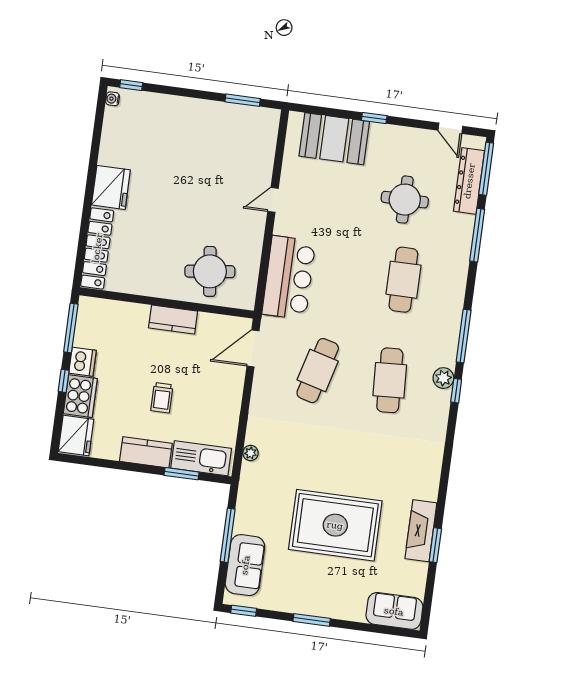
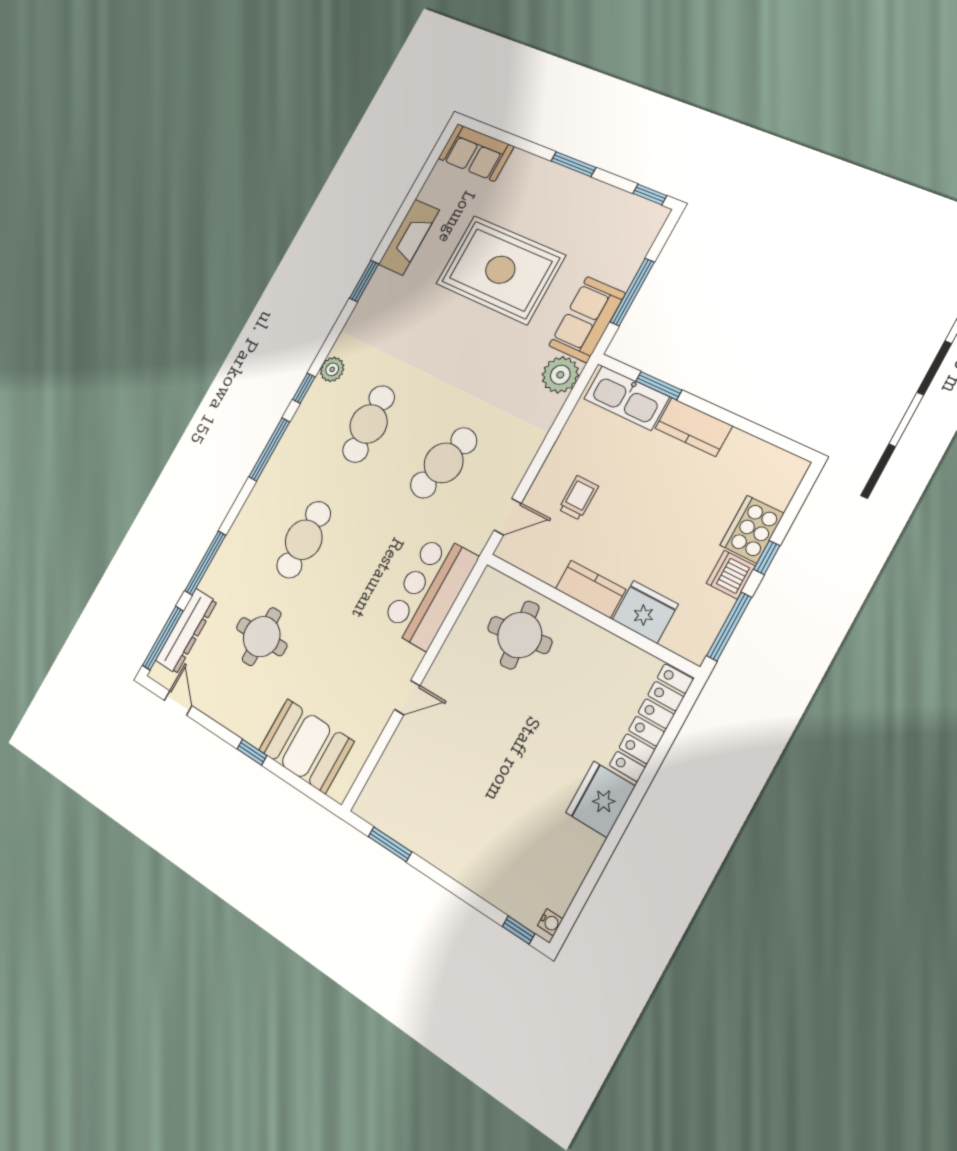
door: (253, 348) -> (508, 517), width x0.73
plant: (443, 378) -> (332, 369), moved
trolley: (162, 398) -> (578, 498), moved
fridge: (76, 436) -> (645, 612), moved, turned 90
plant: (251, 453) -> (560, 375), width x1.87, depth x1.87
window: (435, 545) -> (364, 281), moved
sofa: (245, 565) -> (587, 320), moved

